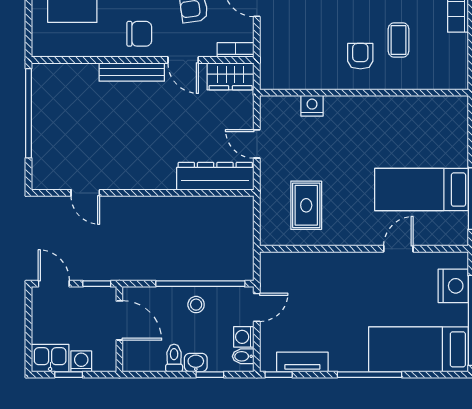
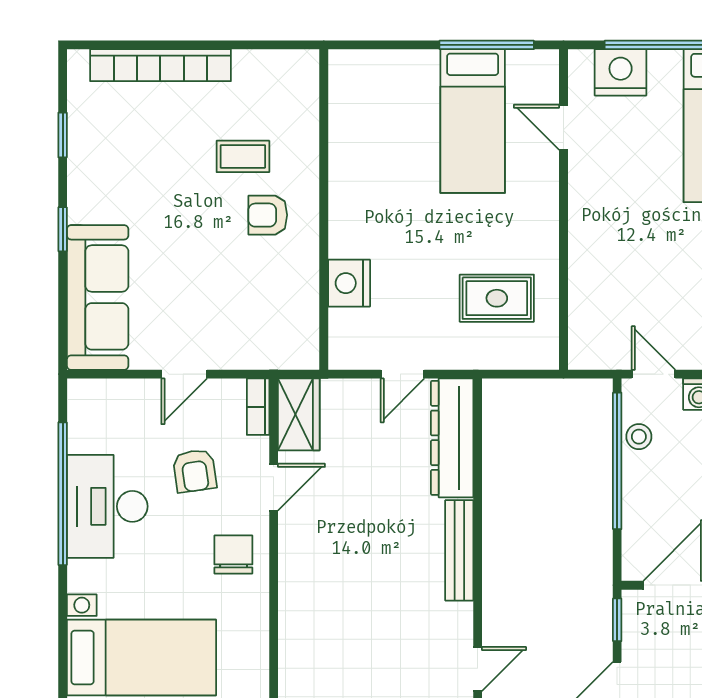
bench: (132, 72) -> (459, 550), moved
nightstand: (312, 106) -> (349, 283), width x1.36, depth x1.33
door: (85, 193) -> (478, 669), moved
door: (398, 249) -> (564, 127), moved
stool: (196, 305) -> (639, 437), moved

